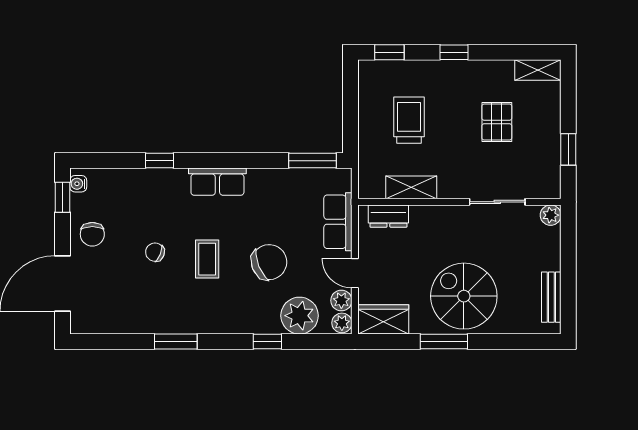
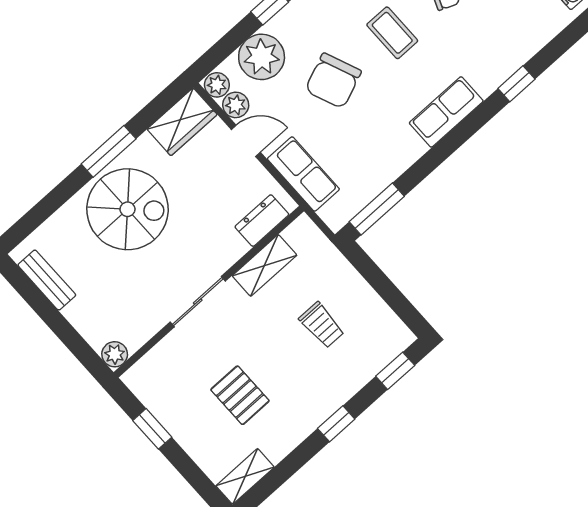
trolley: (409, 120) -> (322, 325), width x0.73, depth x0.72
sliding door: (497, 202) -> (198, 302), moved

